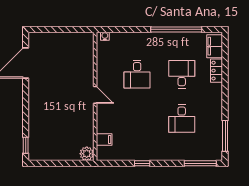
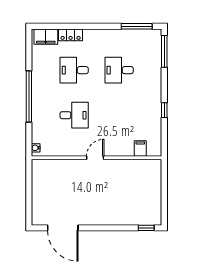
window: (176, 29) -> (29, 96), moved
desk: (182, 119) -> (119, 70), turned 180
plant: (87, 154) -> (155, 166), removed

